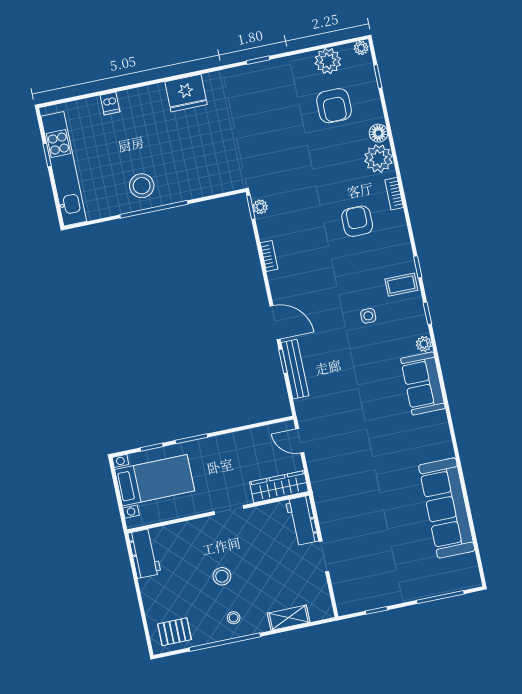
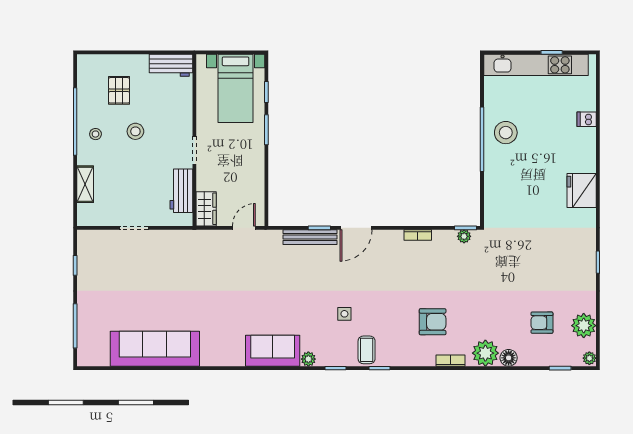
armchair: (334, 106) -> (542, 323), width x0.72, depth x0.72
wardrobe: (279, 487) -> (206, 209), width x0.67
workbench: (302, 521) -> (181, 191), moved, turned -90
pallet: (175, 632) -> (119, 90), moved

